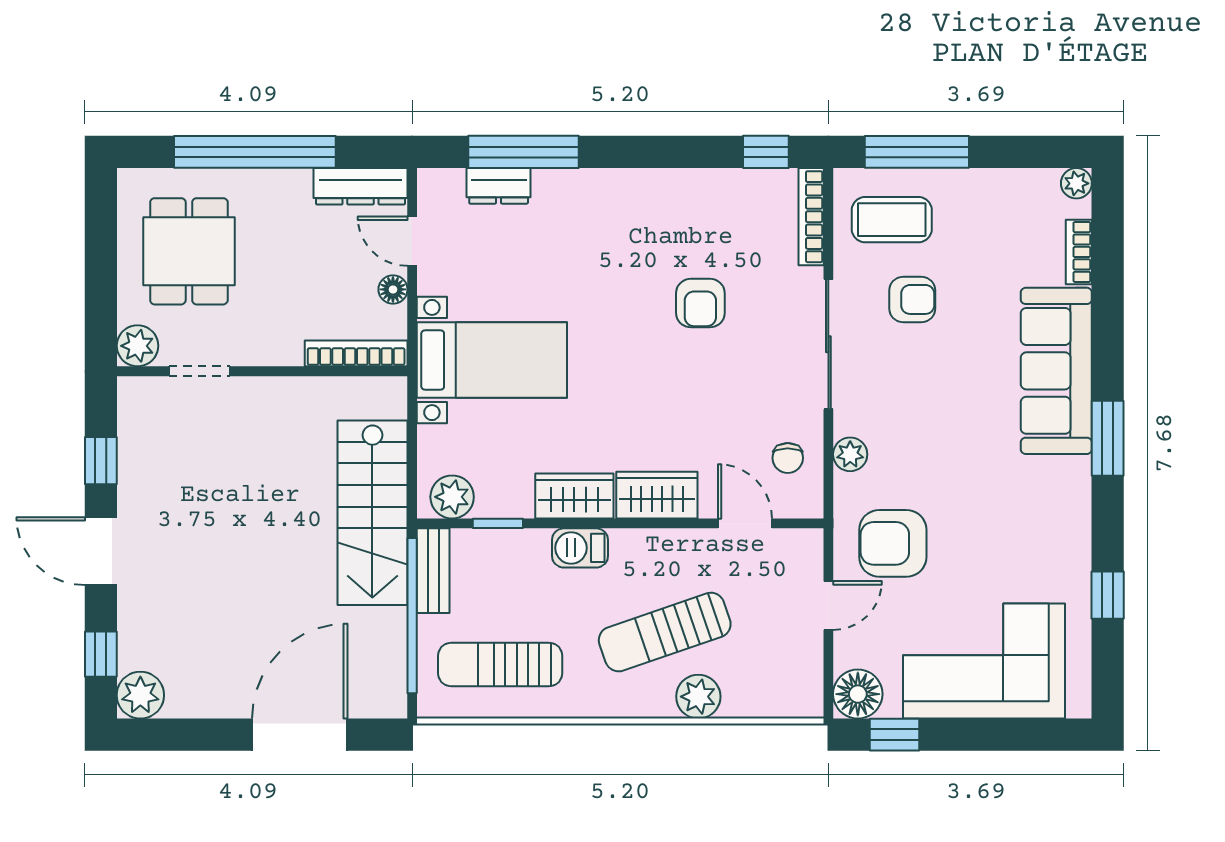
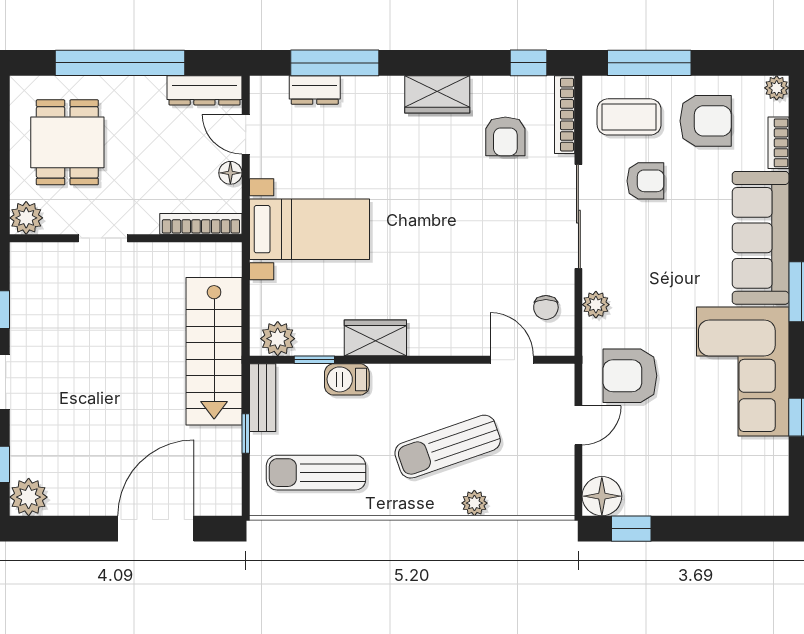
armchair: (988, 225) -> (706, 121), added
armchair: (700, 303) -> (505, 136), moved
doorway: (199, 371) -> (103, 238), moved
wardrobe: (657, 495) -> (437, 94), moved, turned 180
barbecue: (580, 548) -> (347, 379), moved
window: (412, 616) -> (246, 434), width x0.32
corner sofa: (984, 661) -> (743, 372), moved, turned -90
plant: (698, 697) -> (474, 503), width x0.73, depth x0.73

